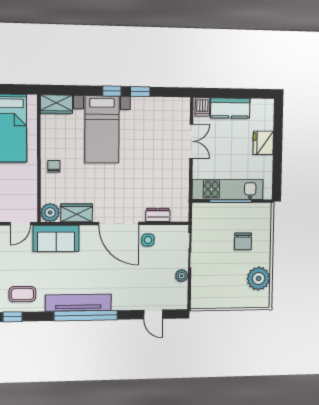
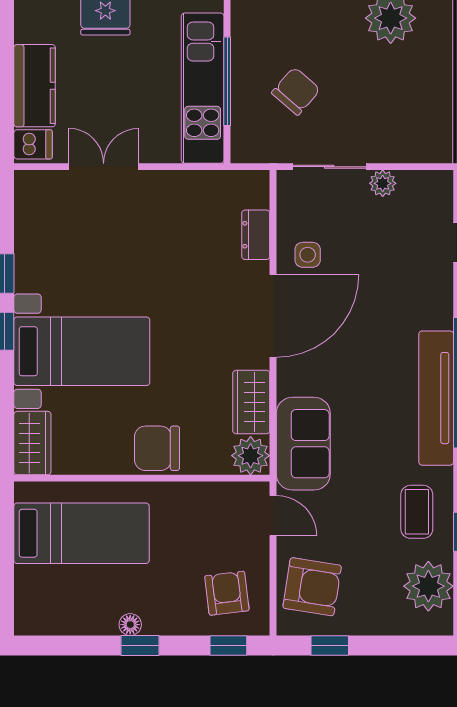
chair: (54, 166) -> (157, 448), width x1.87, depth x1.87
chair: (243, 241) -> (296, 91), moved, turned -49

